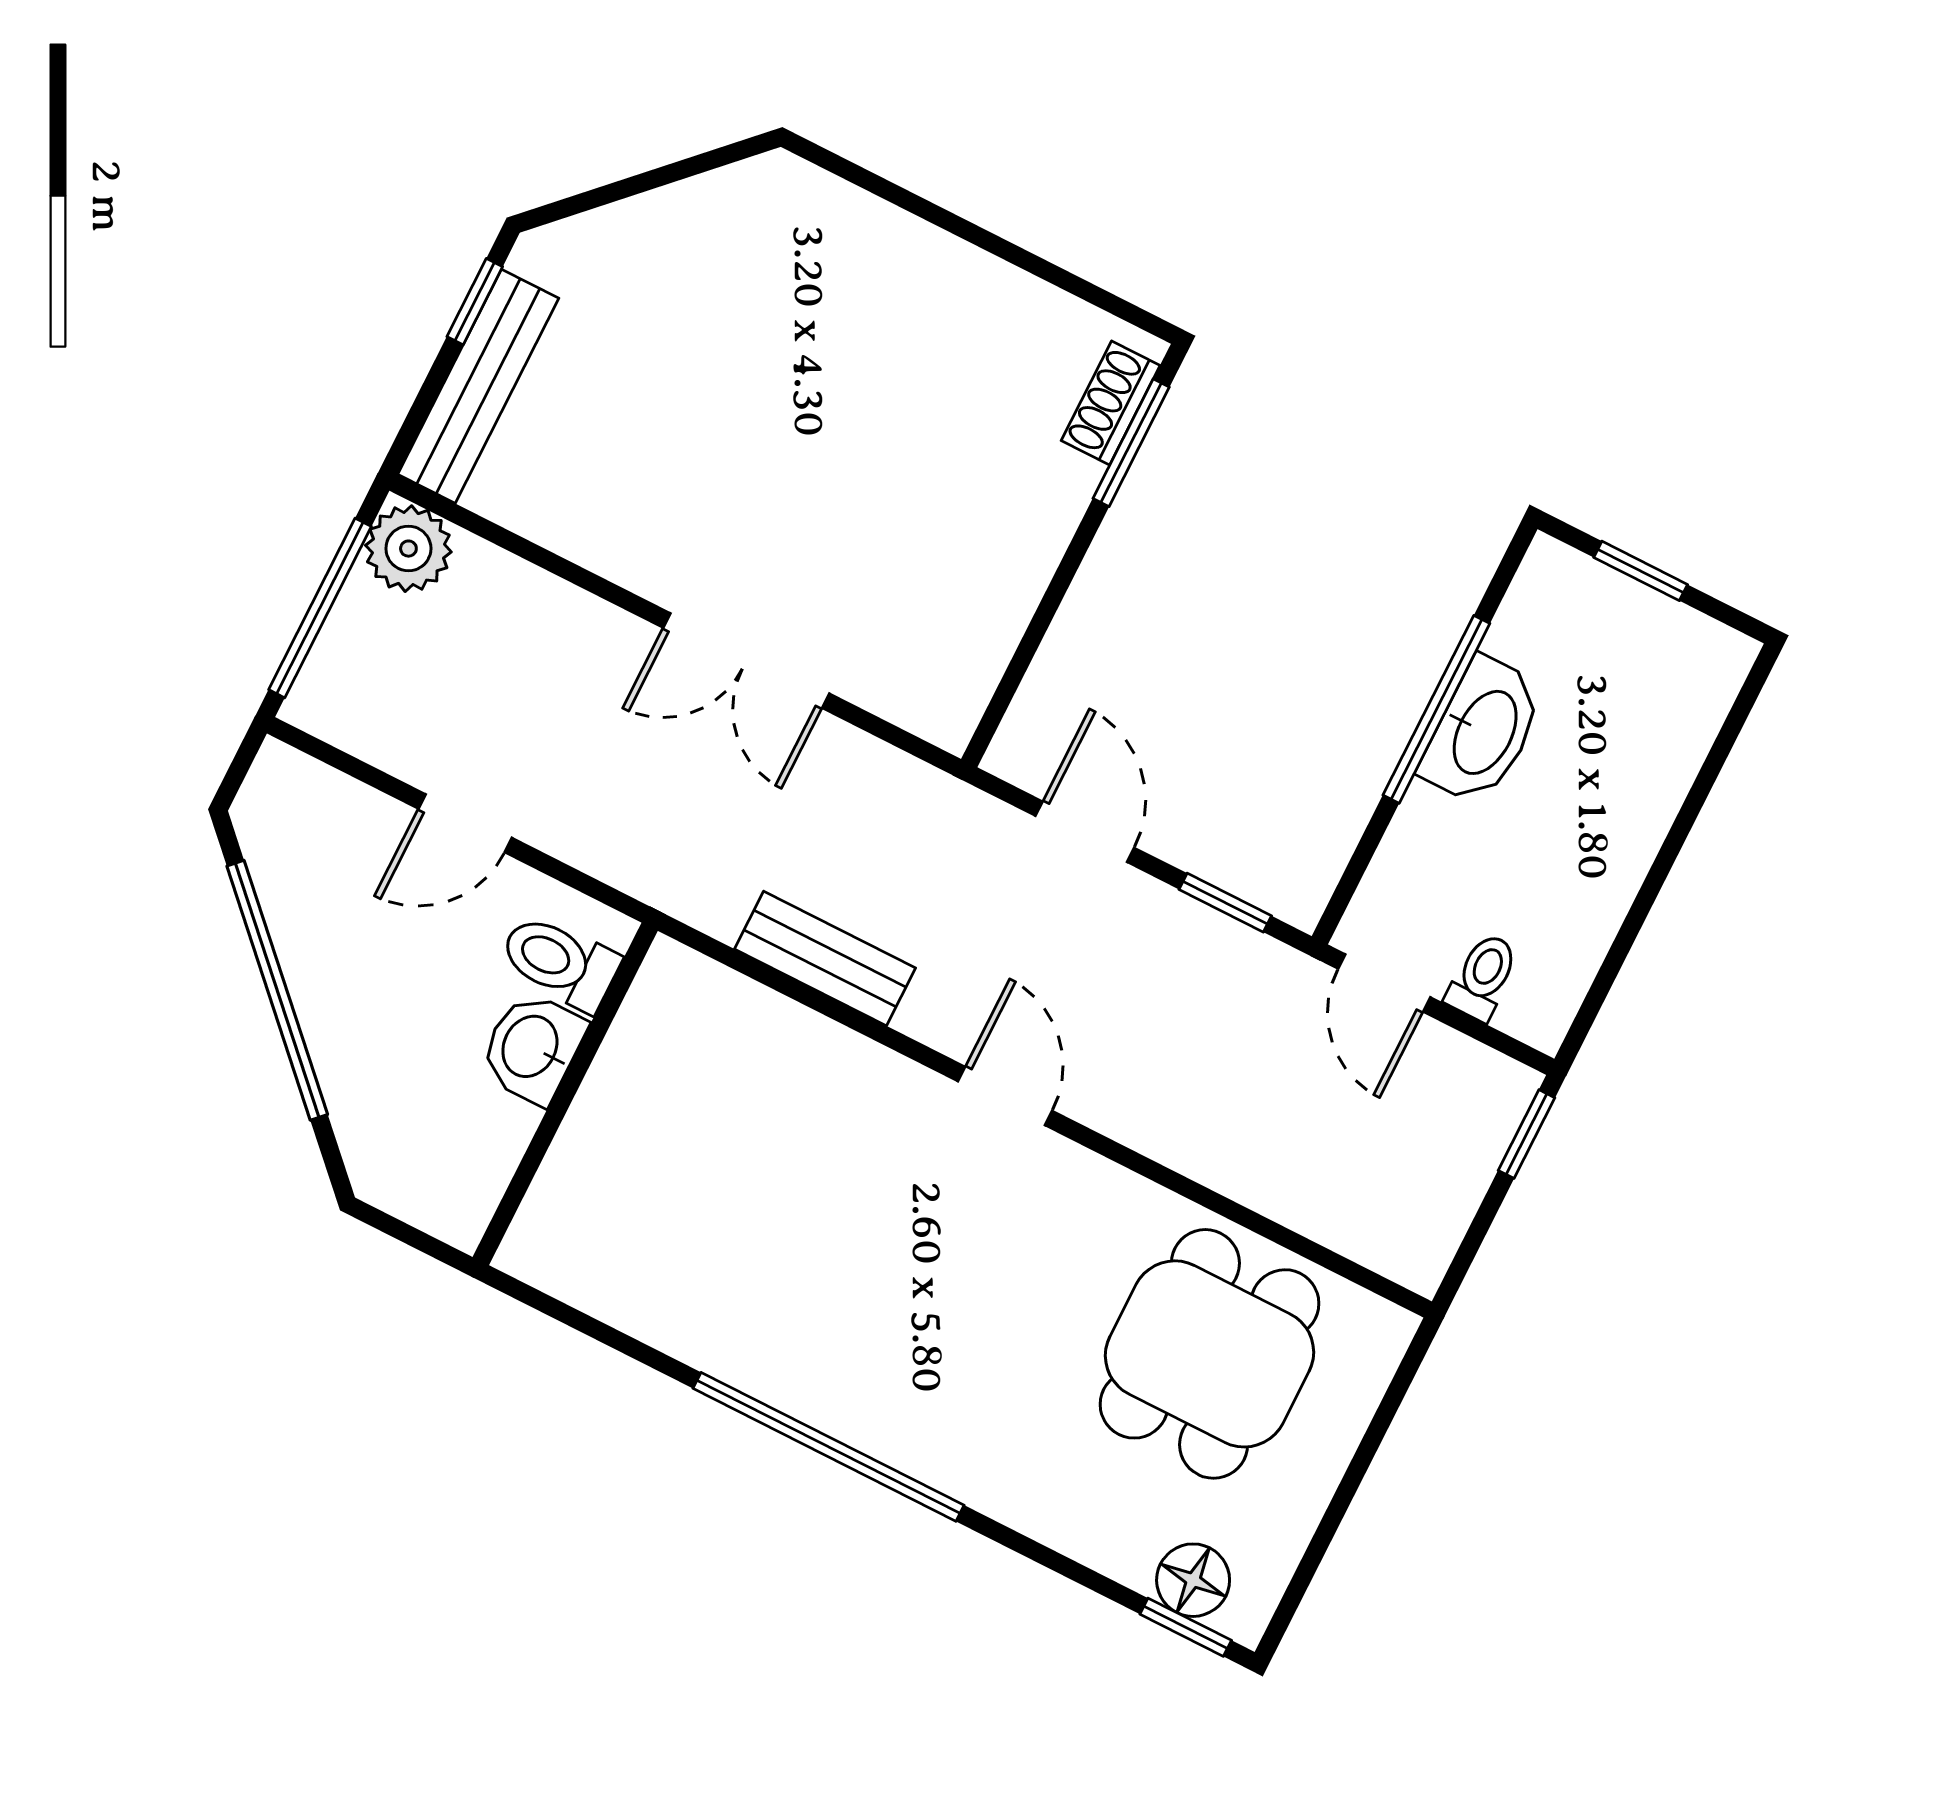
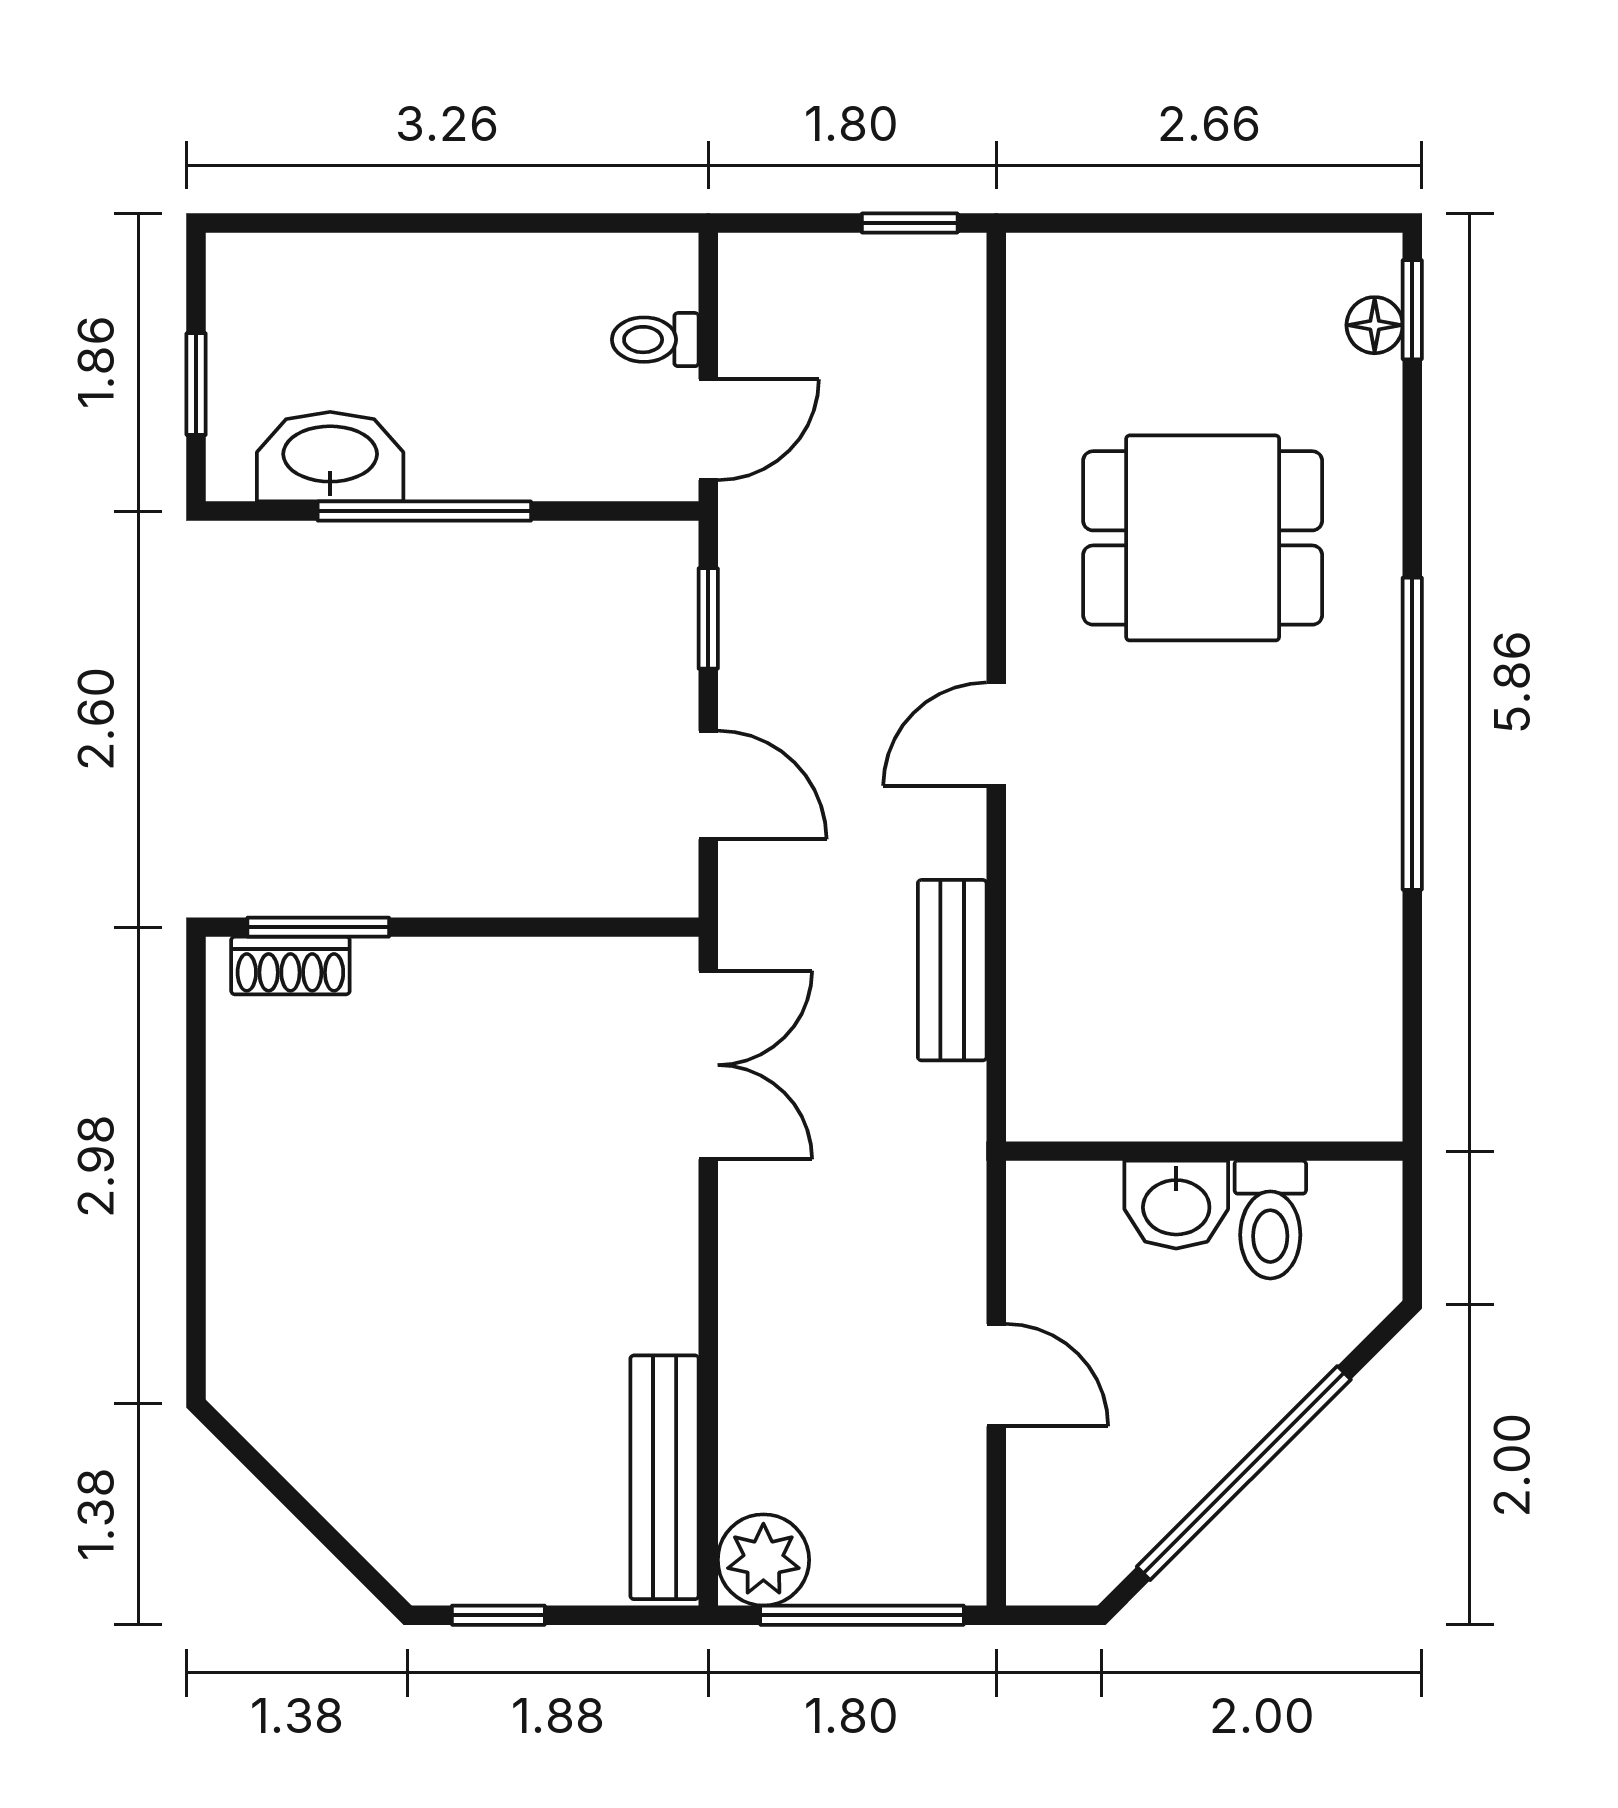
bench: (478, 386) -> (664, 1477), moved, turned 90
double door: (746, 661) -> (708, 1065), moved
washbasin: (1483, 731) -> (330, 457), moved
door: (1085, 832) -> (708, 785), swing flipped
toilet: (560, 962) -> (1270, 1220), moved
window: (1527, 1134) -> (910, 223), moved
dining table: (1210, 1354) -> (1203, 538), moved
floor lamp: (1193, 1580) -> (1375, 325), width x0.73, depth x0.73

